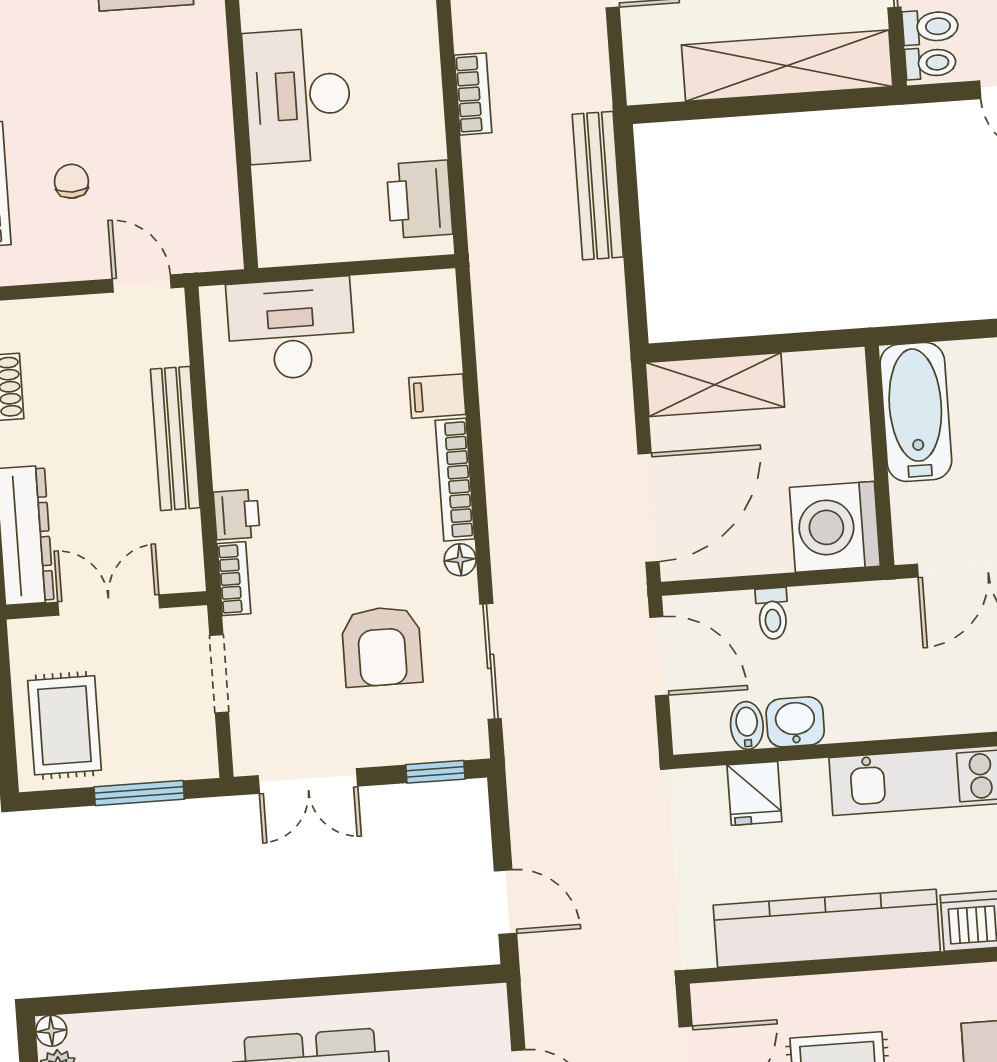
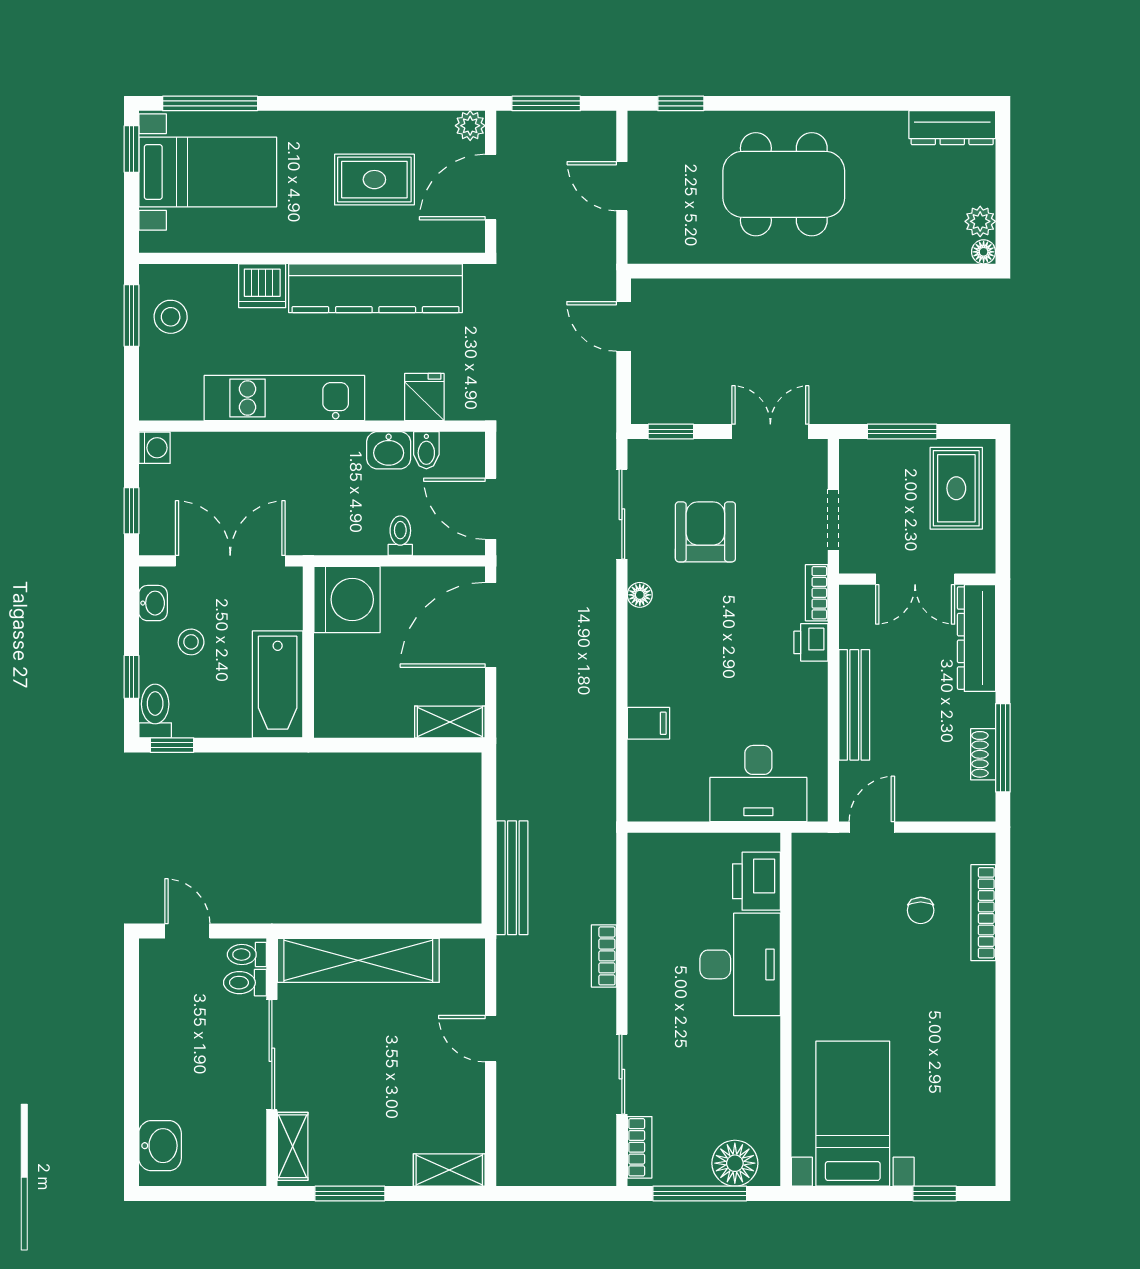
printer: (419, 199) -> (756, 881), moved, turned 180
door: (142, 284) -> (872, 827), swing flipped
shelving: (715, 385) -> (450, 722), width x0.67, depth x0.75
bookcase: (455, 480) -> (639, 657), removed

